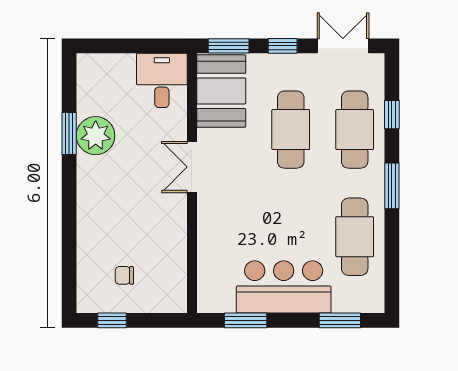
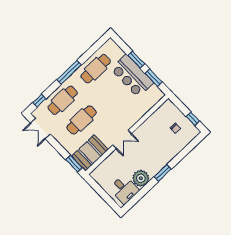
window: (283, 46) -> (58, 147), removed
desk: (162, 80) -> (124, 189), moved, turned -90
window: (392, 115) -> (39, 101), moved
window: (69, 133) -> (163, 173), moved
window: (392, 186) -> (69, 72), width x1.44
window: (340, 320) -> (136, 60), moved

